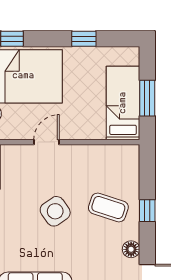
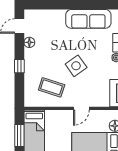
coffee table: (108, 207) -> (52, 87), moved

